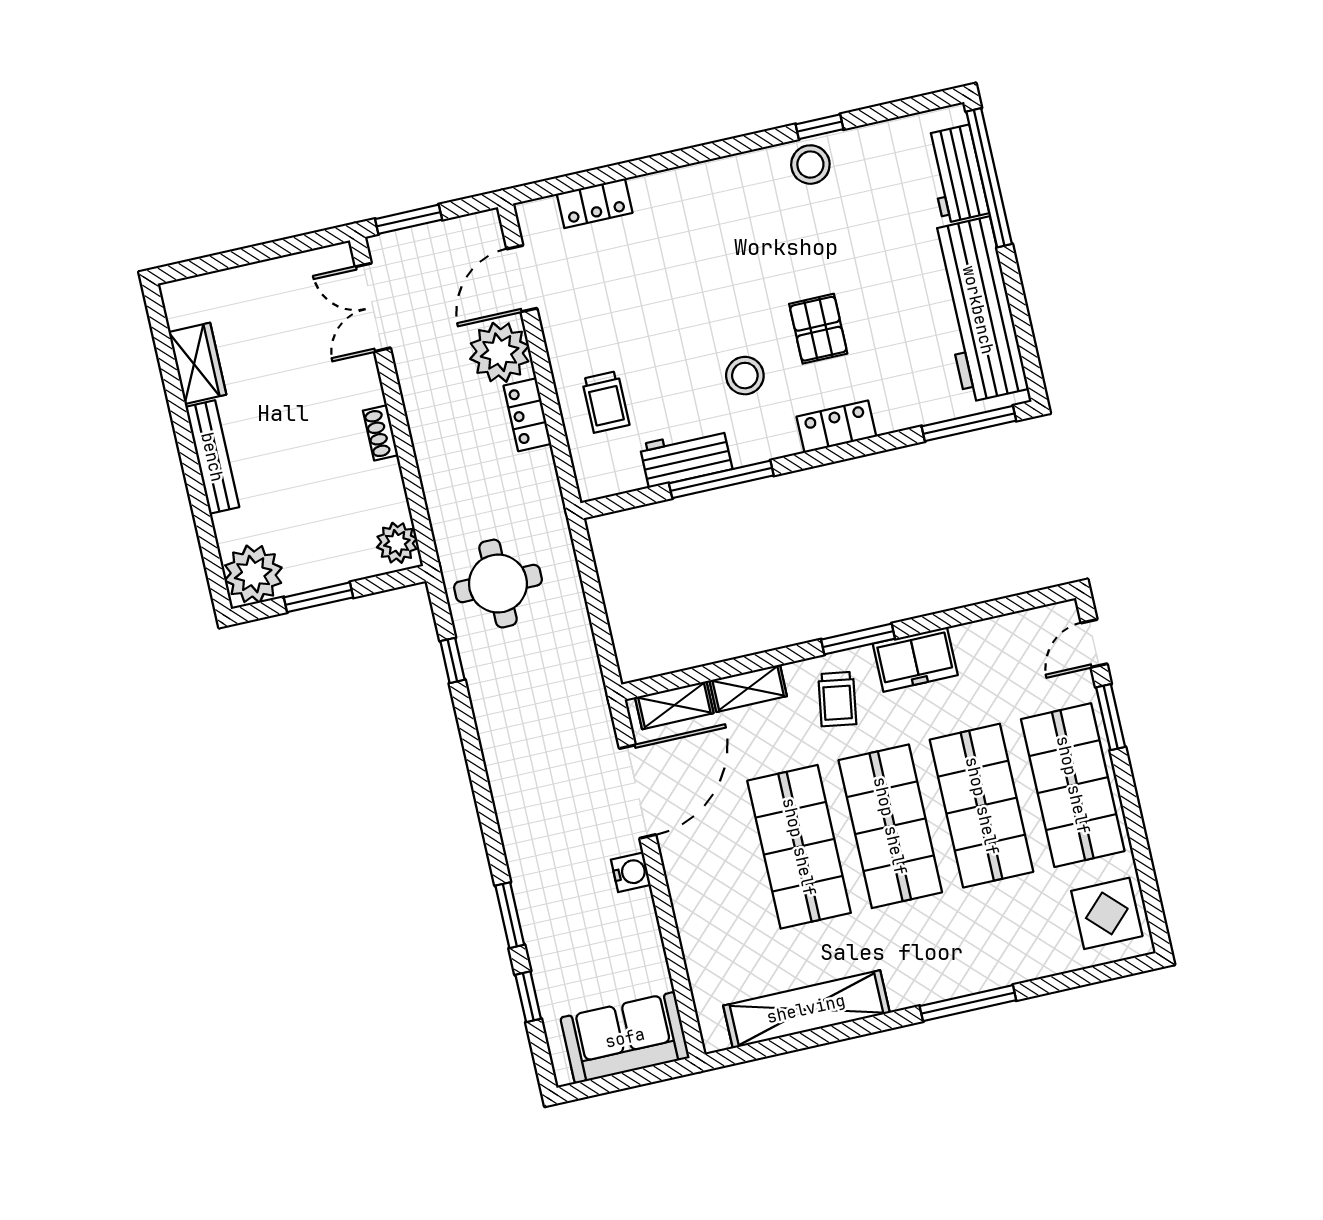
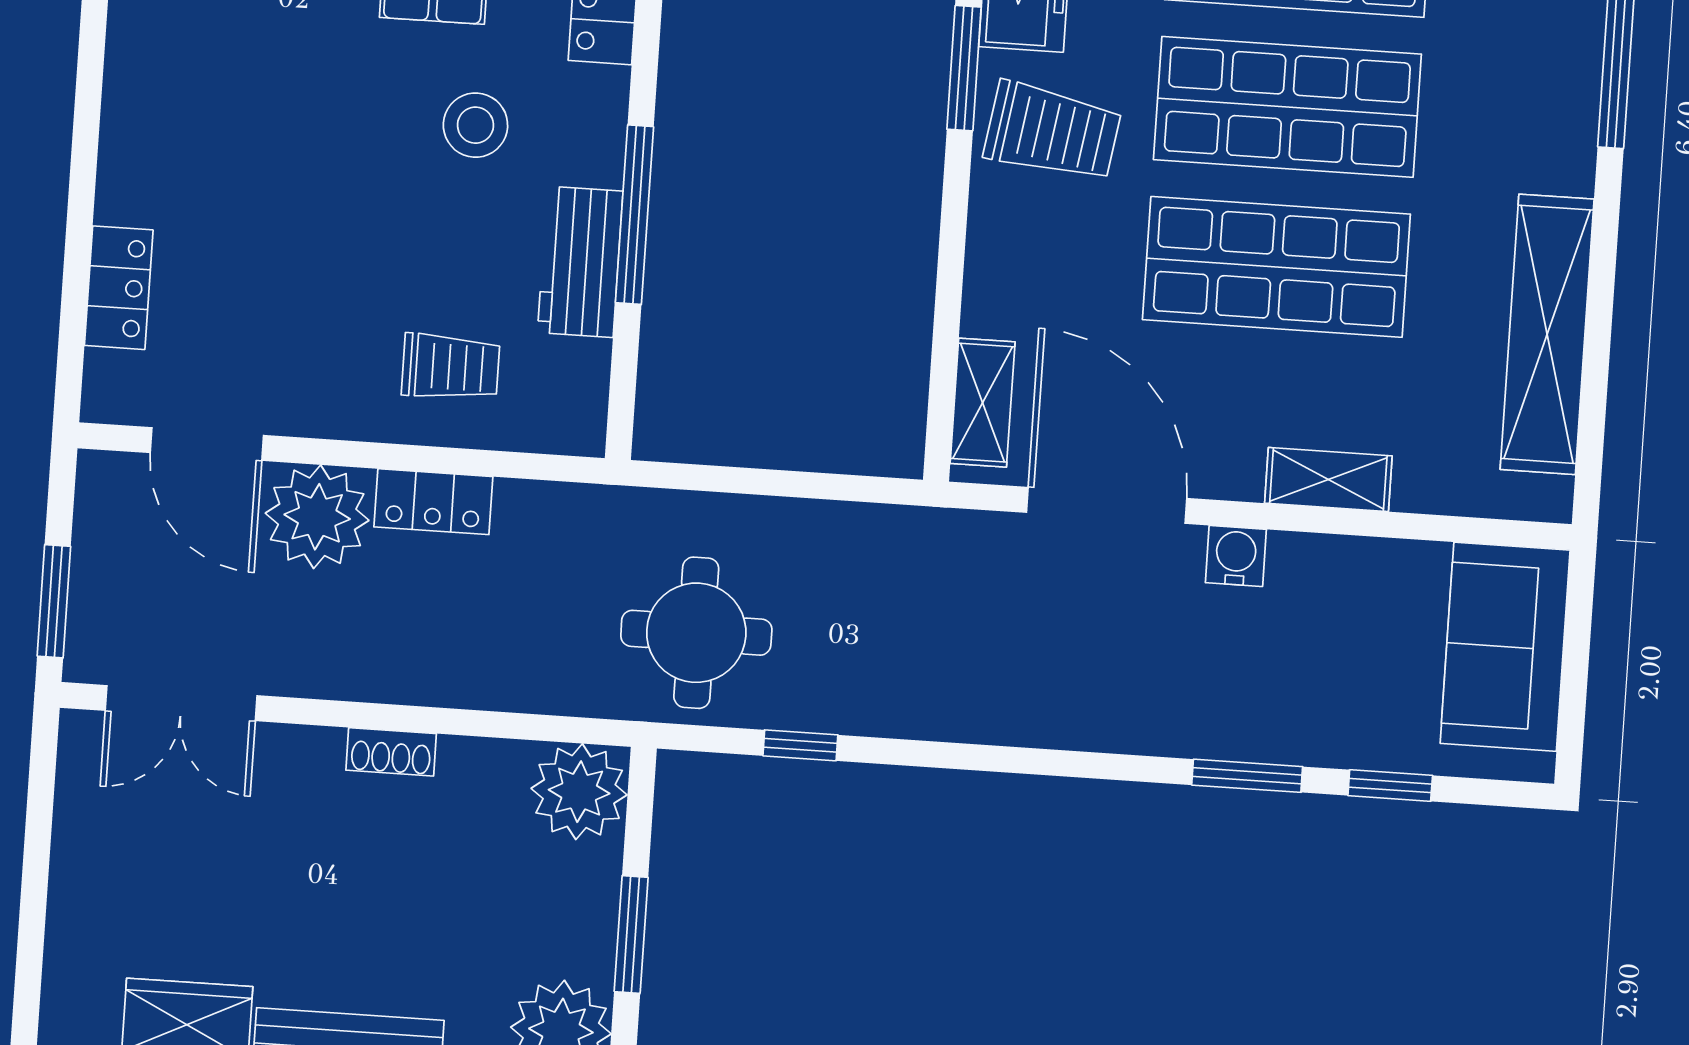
plant: (397, 543) -> (579, 792), width x1.36, depth x1.36
shelving: (748, 688) -> (1328, 480), moved, turned 90
trolley: (837, 699) -> (1053, 132), width x1.36, depth x1.39

